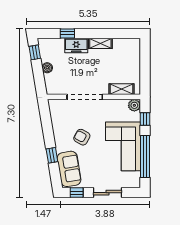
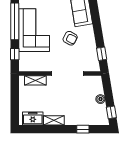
freezer: (76, 45) -> (33, 118), moved
plant: (134, 105) -> (24, 66), removed
window: (52, 155) -> (102, 54), moved

